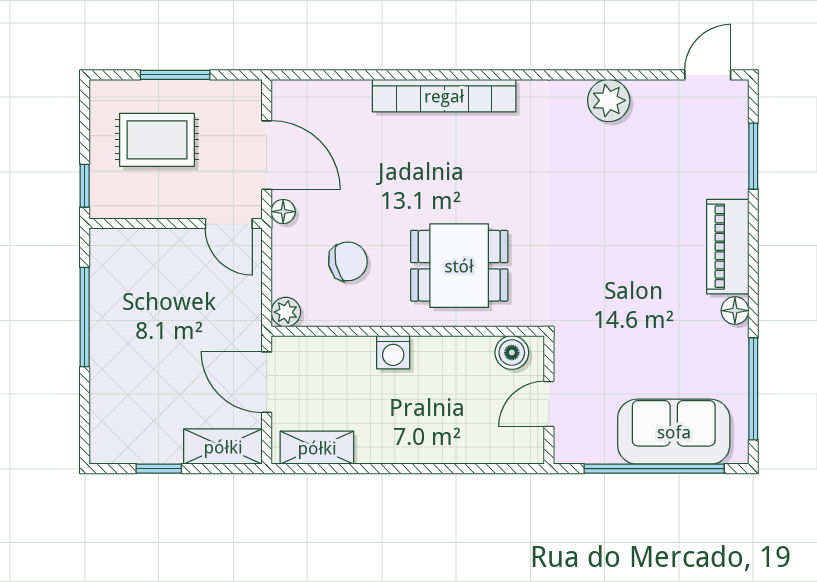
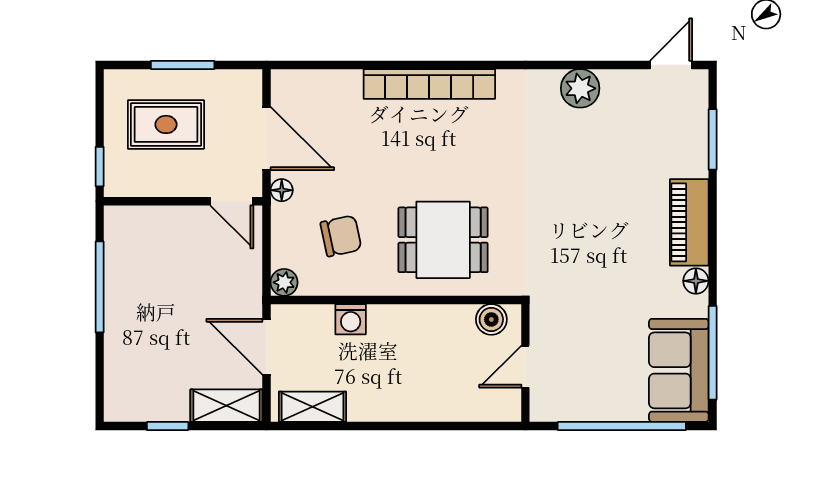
washing machine: (393, 352) -> (351, 319), moved
sofa: (674, 432) -> (679, 370), moved, turned -90

